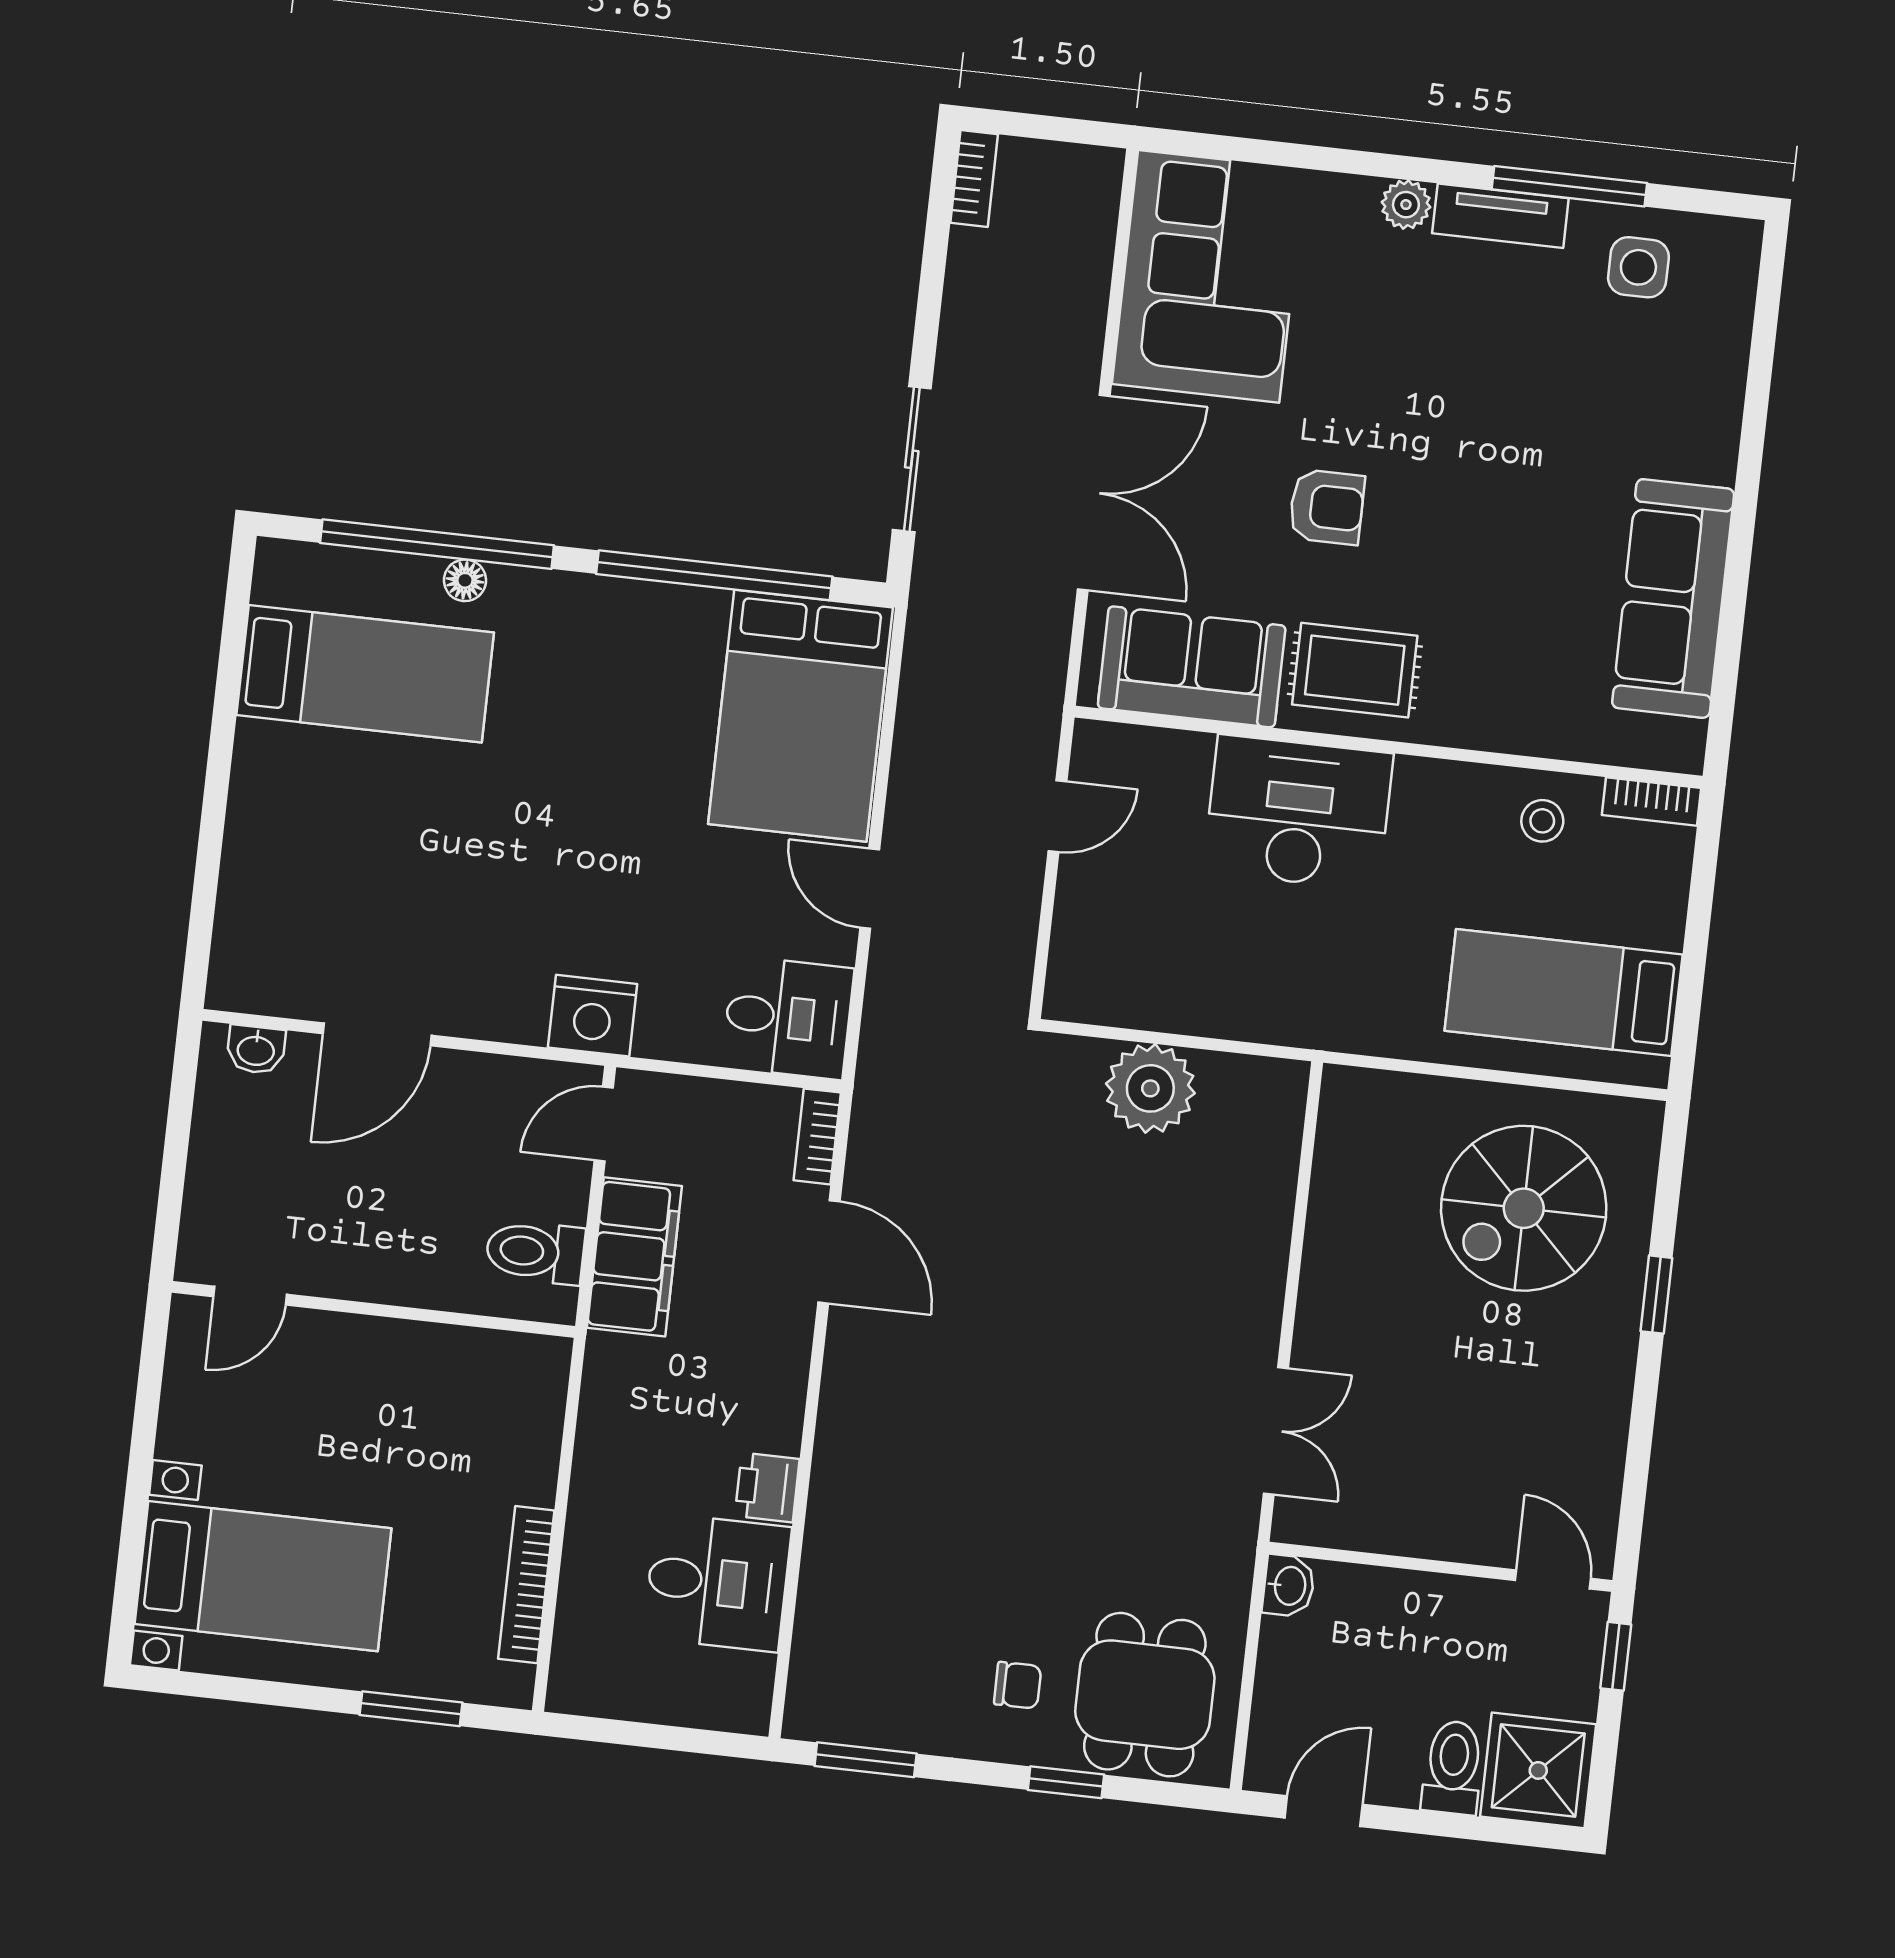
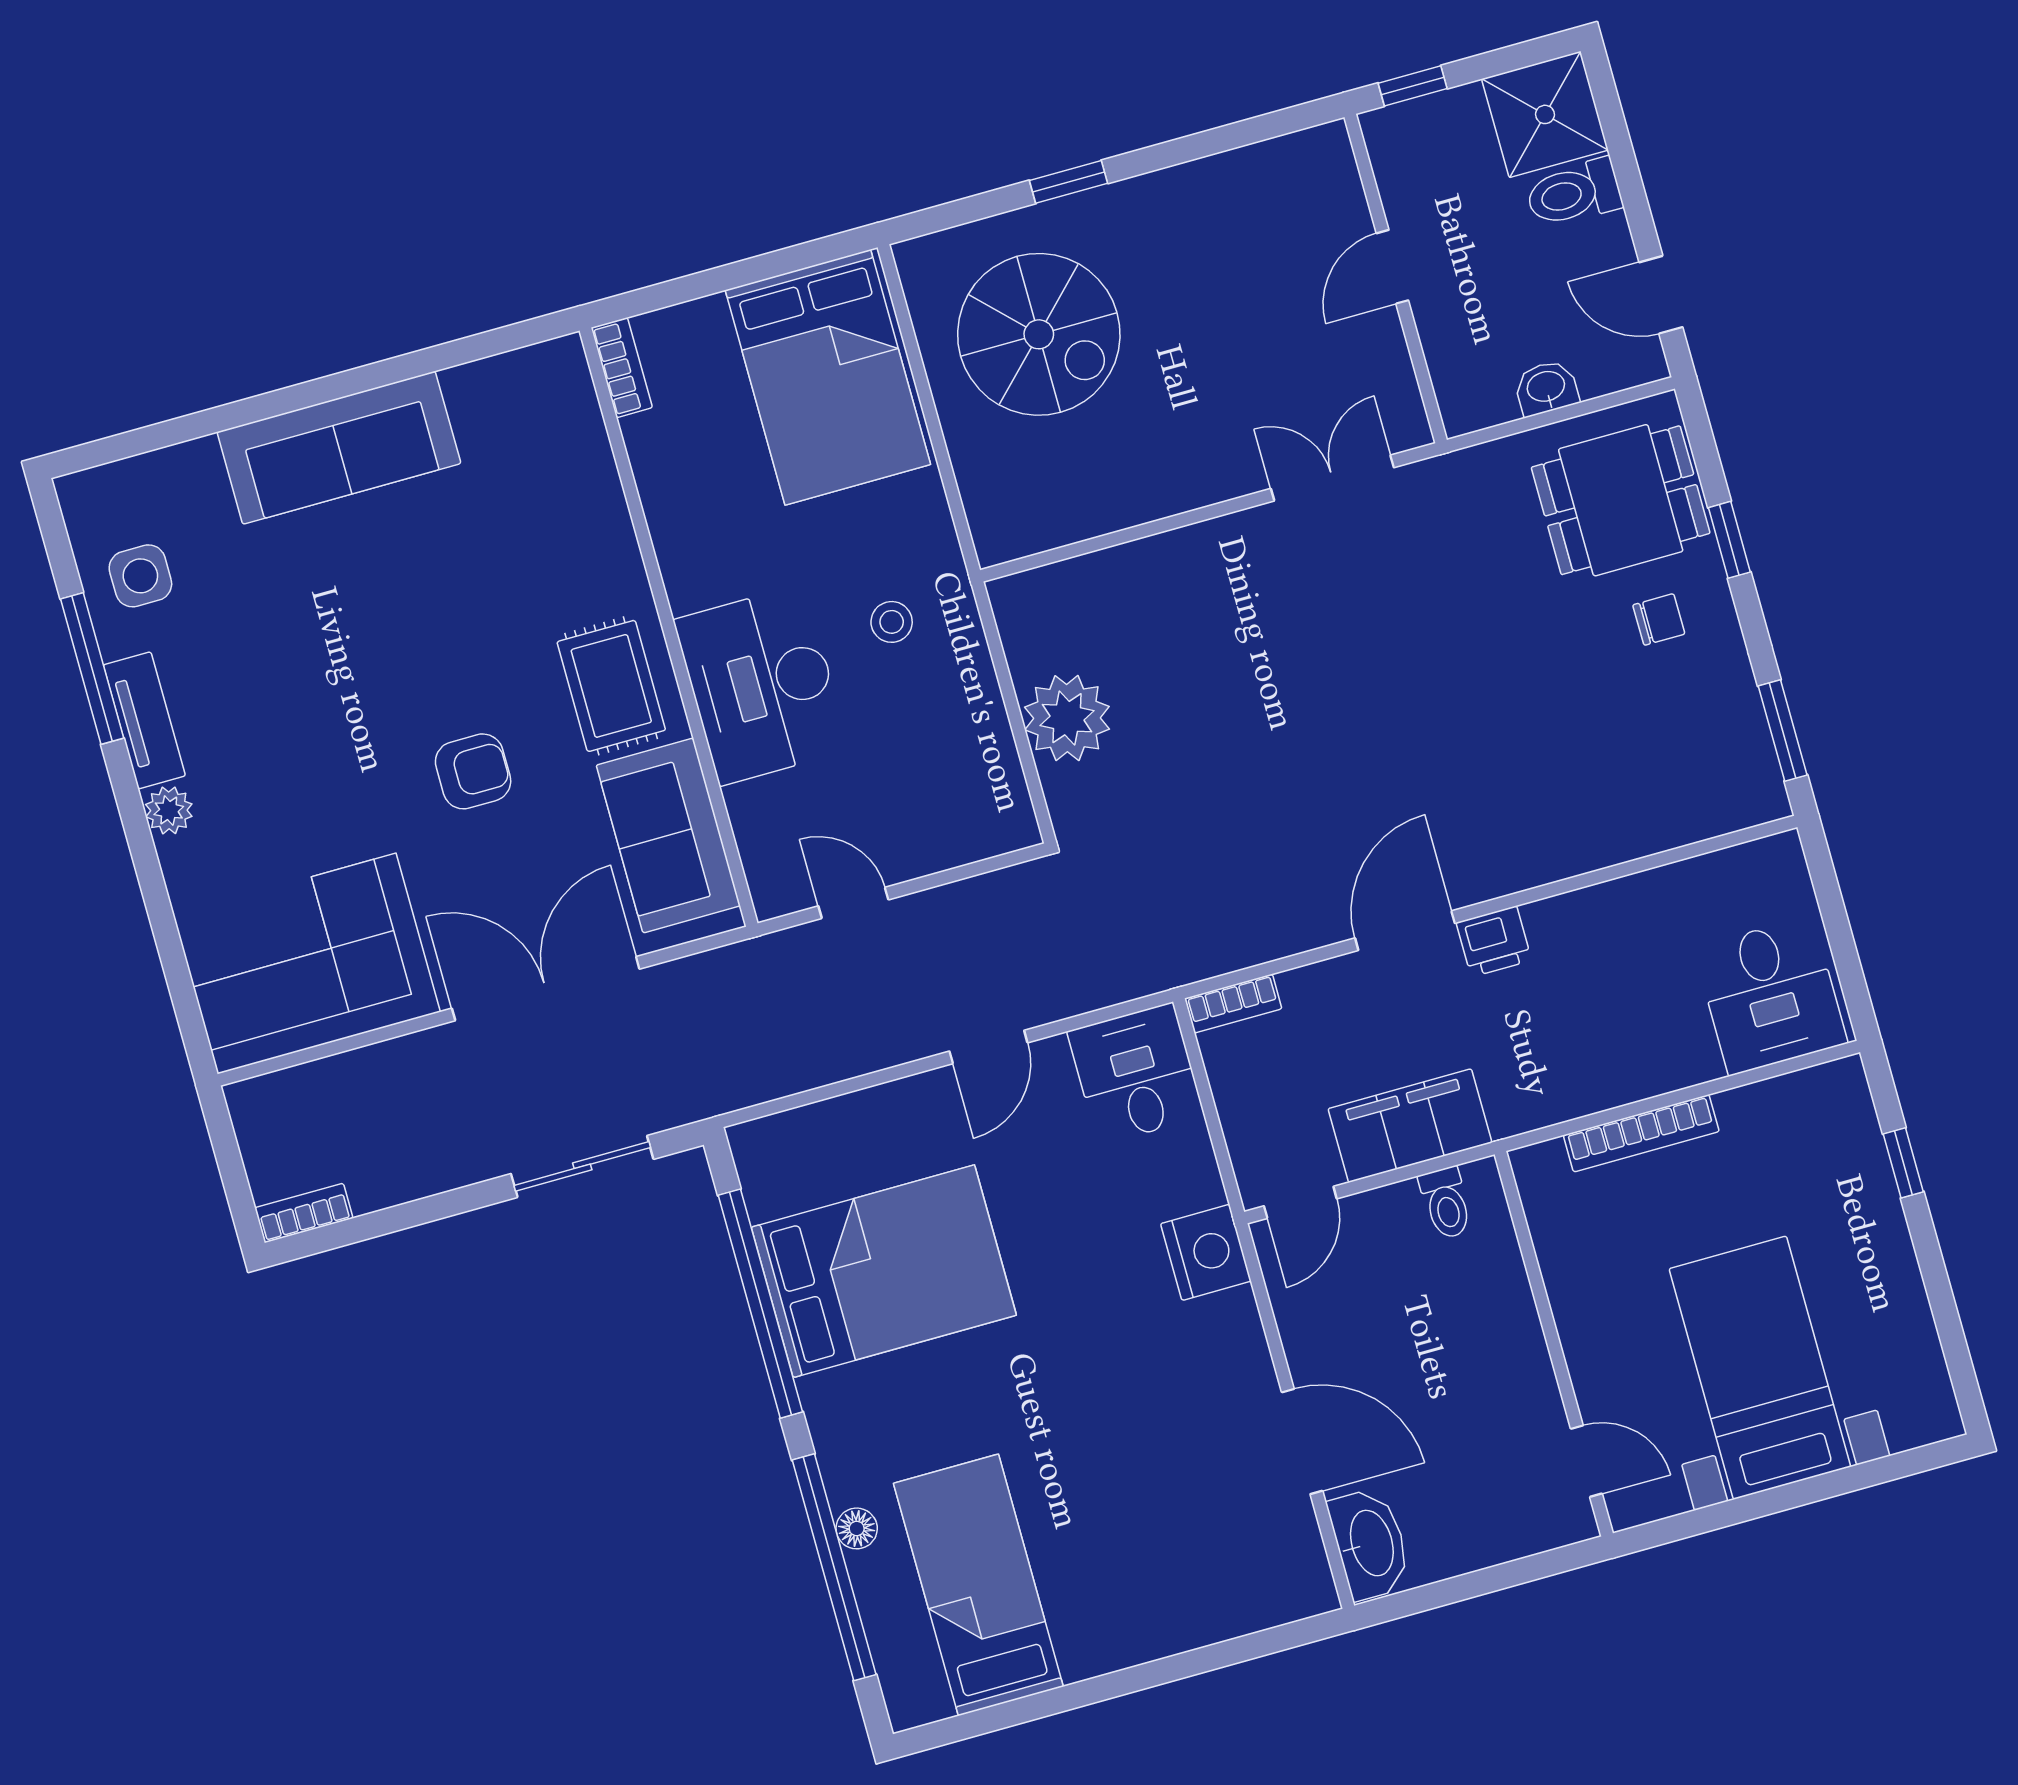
armchair: (1327, 507) -> (473, 771), turned 90
sofa: (1673, 598) -> (339, 448), moved
bed: (800, 716) -> (884, 1271), moved
stool: (1542, 821) -> (892, 622), moved
bed: (1564, 993) -> (828, 377), width x1.50
washbasin: (256, 1050) -> (1370, 1544), width x1.91, depth x1.45
door: (604, 1124) -> (1300, 1202), hinge flipped
toilet: (535, 1252) -> (1446, 1203), width x0.73, depth x0.72
door: (829, 1252) -> (1405, 931), moved
printer: (767, 1487) -> (1494, 942), moved
bed with nightstands: (263, 1576) -> (1760, 1368), moved
door: (1553, 1579) -> (1392, 267), moved
desk: (717, 1582) -> (1771, 996), moved, turned 180
bookcase: (526, 1585) -> (1641, 1133), moved
washbasin: (1289, 1586) -> (1546, 388), moved
chair: (1018, 1685) -> (1659, 619), turned 90
window: (411, 1709) -> (1903, 1163), width x0.67

